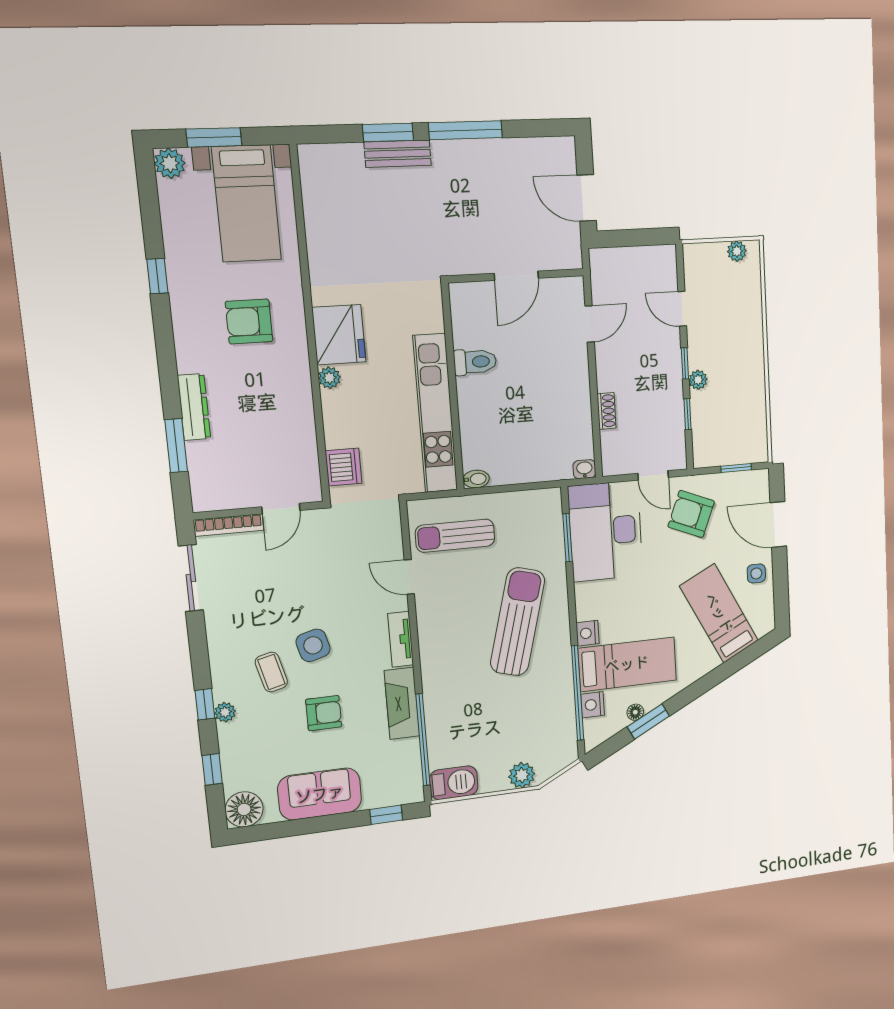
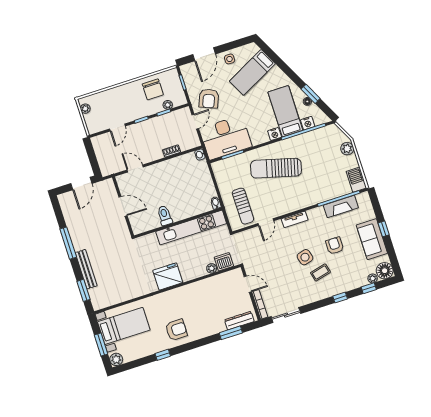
window: (388, 132) -> (84, 290), moved
bench: (398, 154) -> (86, 269), width x1.36
armchair: (249, 321) -> (176, 330), moved, turned -90
plant: (329, 378) -> (212, 268), moved
plant: (698, 380) -> (168, 105), moved
chair: (738, 403) -> (153, 89), added
dresser: (194, 407) -> (239, 321), moved
fireplace: (402, 703) -> (341, 206), moved
plant: (225, 712) -> (373, 278), moved
window: (386, 815) -> (384, 229), moved

